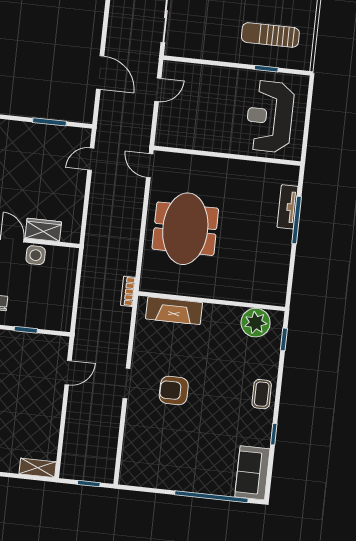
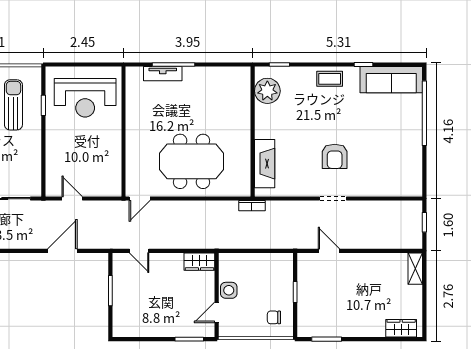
sun lounger: (270, 35) -> (13, 105), turned 180
wardrobe: (43, 230) -> (199, 262), moved, turned -90
sofa: (252, 473) -> (391, 80), width x1.36

